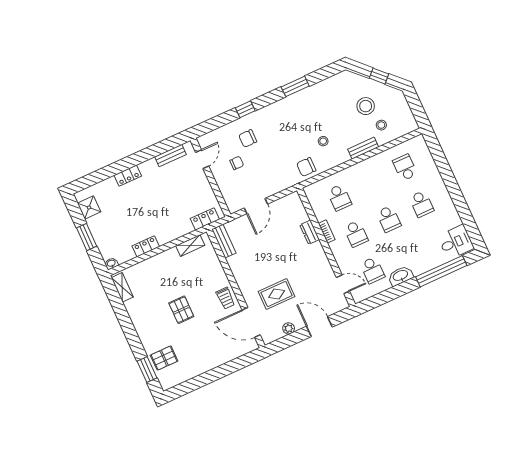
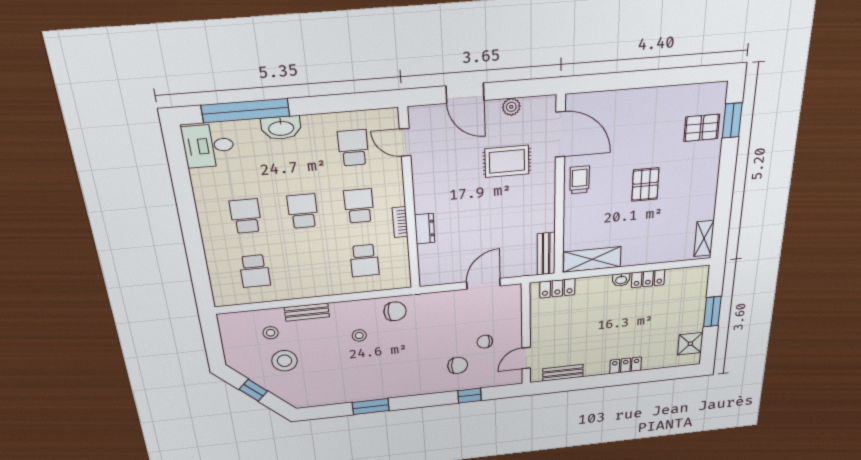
window: (245, 109) -> (469, 396), moved
school desk: (339, 197) -> (364, 261), turned 180
shelving: (190, 246) -> (592, 259), width x1.50, depth x1.33
washbasin: (111, 264) -> (621, 280), moved
washbasin: (401, 276) -> (281, 128), moved

